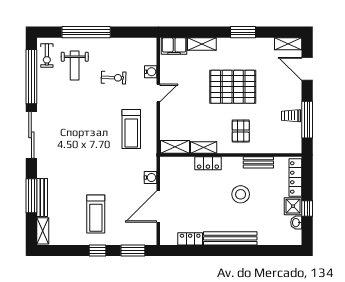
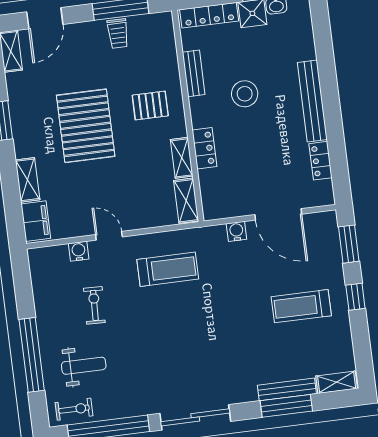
treadmill: (96, 214) -> (301, 306), turned 180

